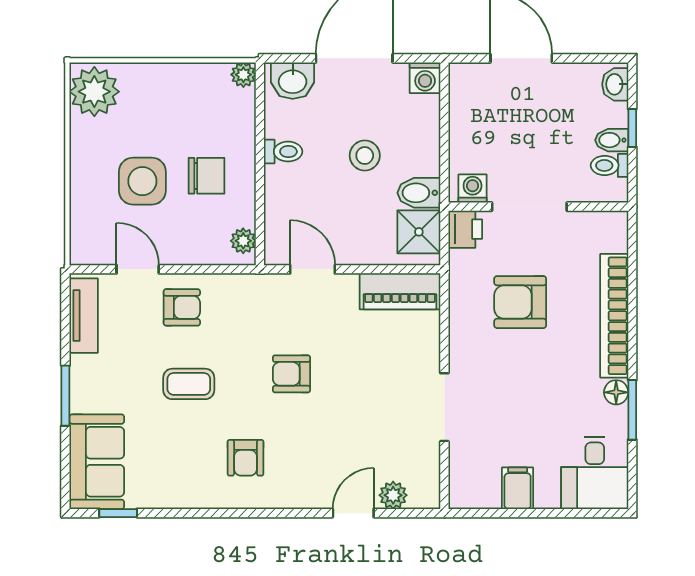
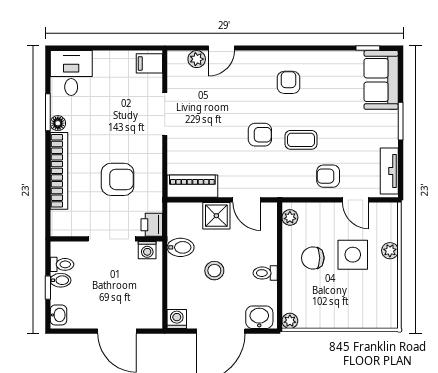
plant: (94, 92) -> (390, 251), moved, width x0.53, depth x0.53
shower: (419, 232) -> (216, 216), moved
coffee table: (189, 384) -> (301, 140), moved
filing cabinet: (518, 488) -> (149, 63), moved, turned 90

